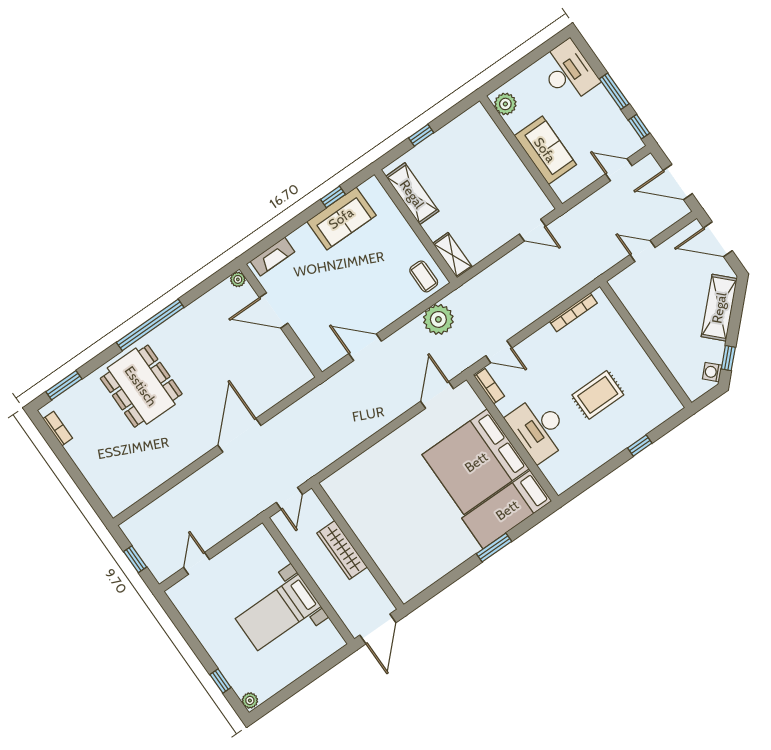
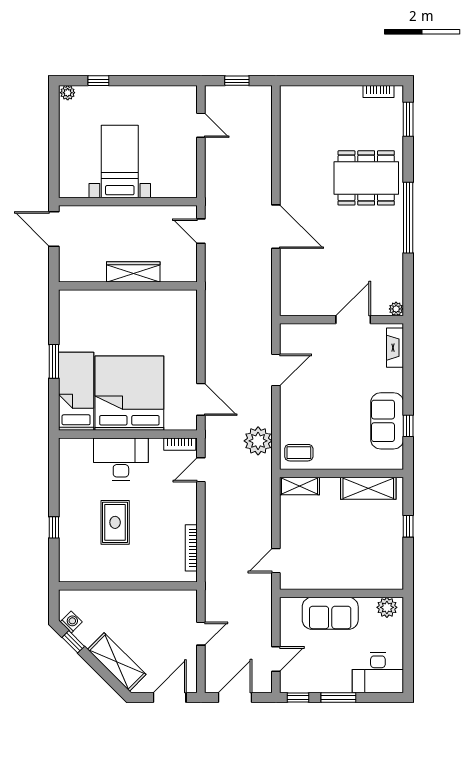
wall: (358, 546) -> (128, 286), moved
wardrobe: (342, 550) -> (133, 272), moved

